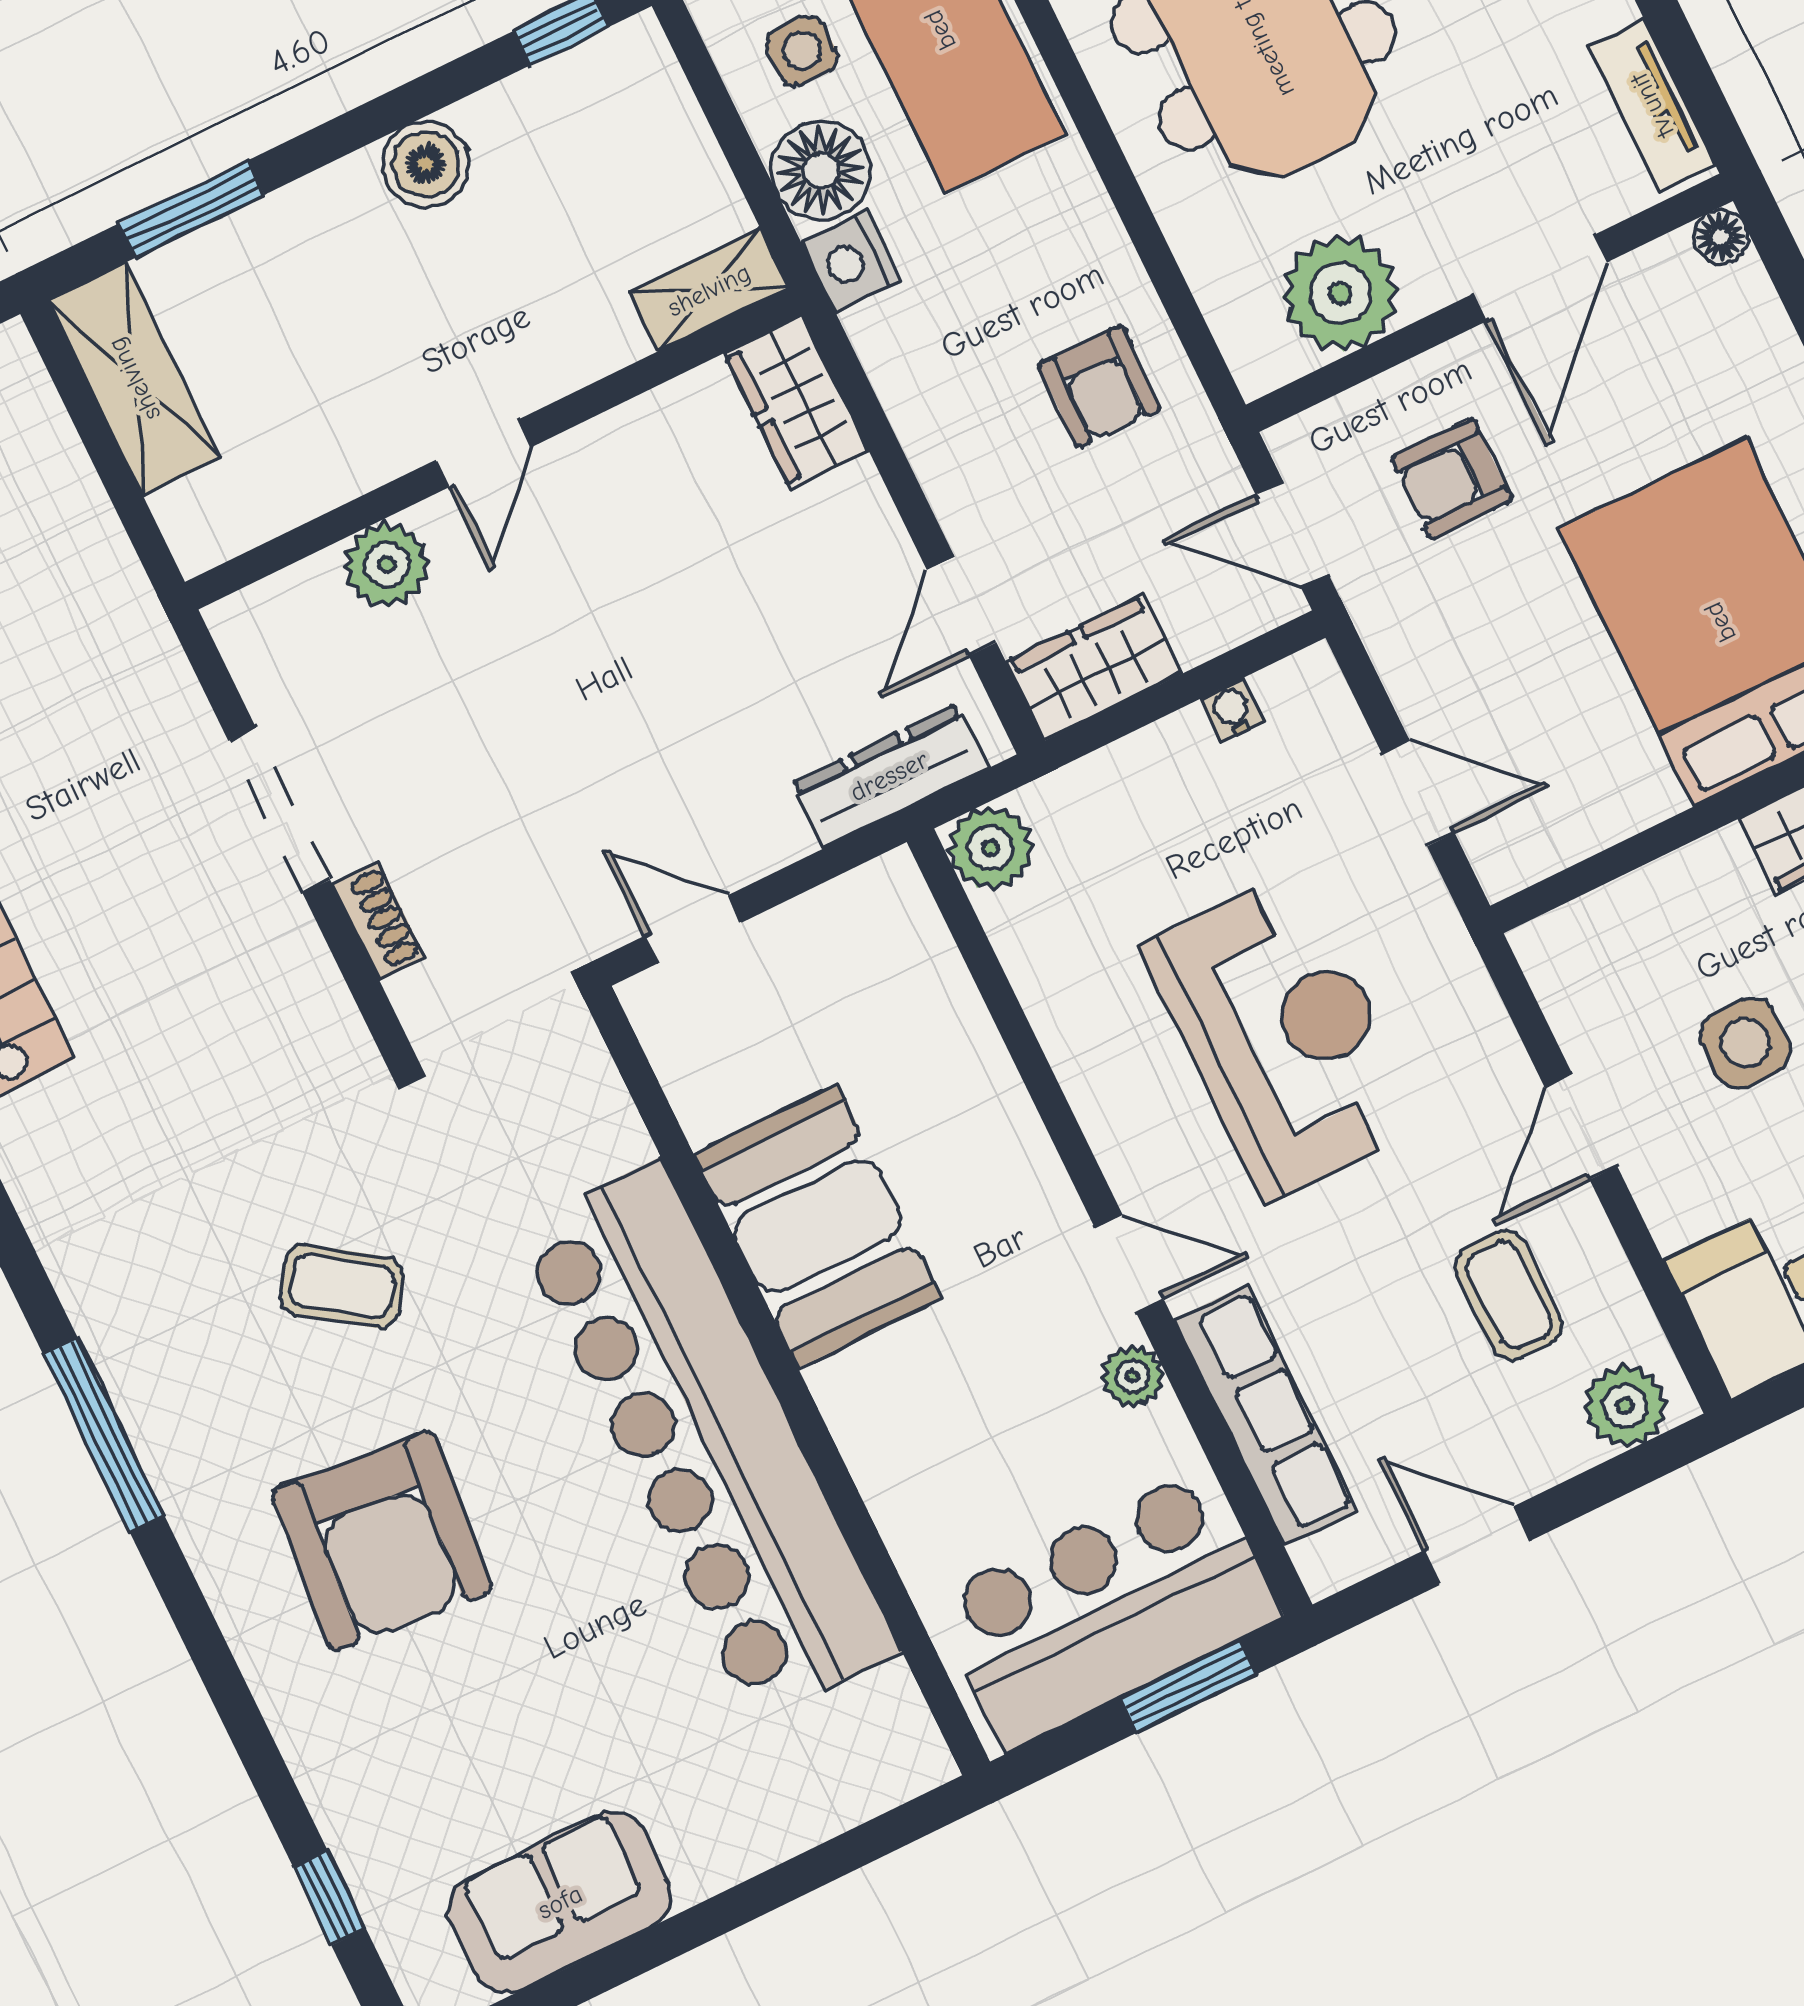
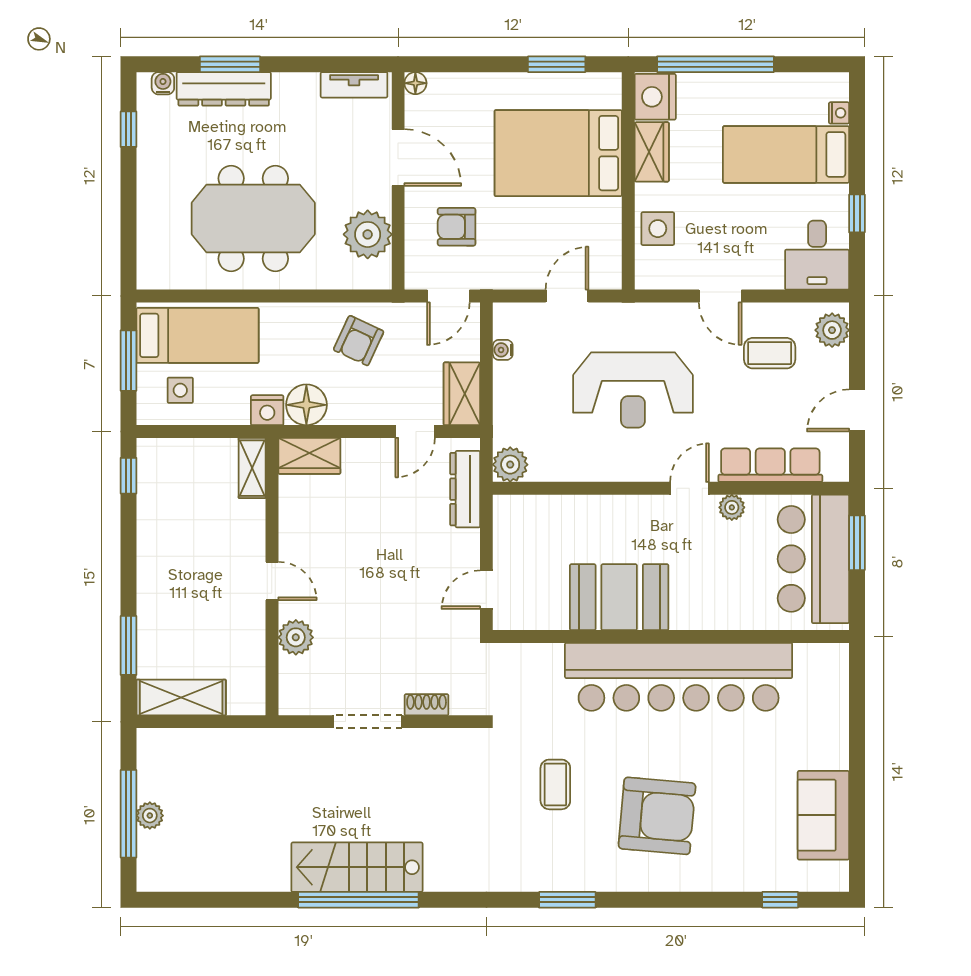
boiler: (426, 164) -> (154, 550), removed
floor lamp: (821, 170) -> (306, 405), moved
armchair: (1100, 386) -> (359, 341), turned 114
armchair: (1451, 479) -> (457, 227), turned 90
door: (962, 606) -> (415, 432), hinge flipped
reception desk: (1283, 1036) -> (633, 390), turned 180
side table: (1745, 1043) -> (658, 229), moved
coffee table: (342, 1286) -> (555, 784), turned -35
window: (104, 1435) -> (567, 900), width x0.69

